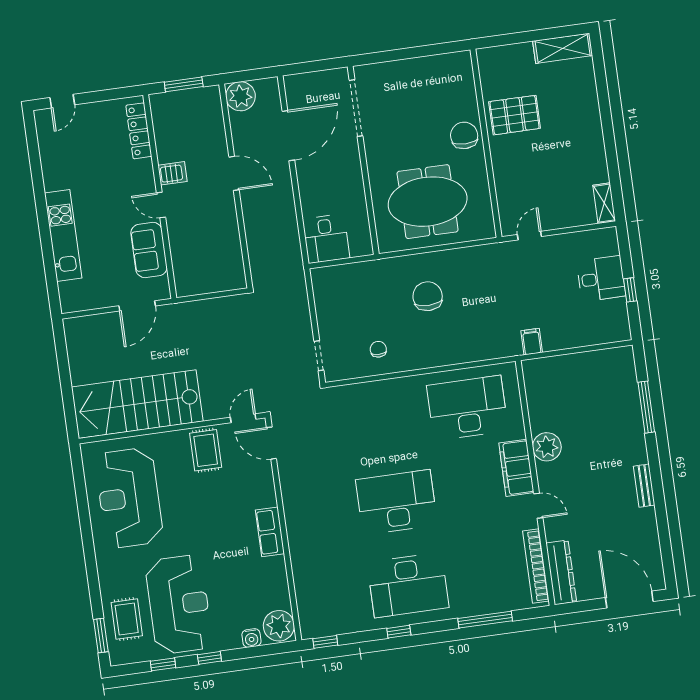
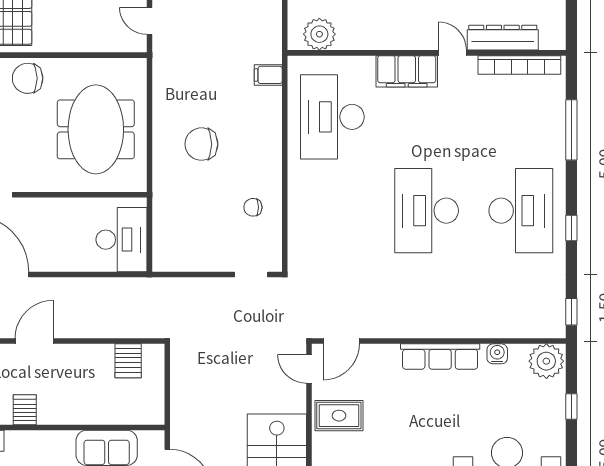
door: (161, 205) -> (58, 428), removed
desk: (326, 239) -> (121, 240), width x1.37
server rack: (228, 258) -> (128, 361), added
filing cabinet: (532, 342) -> (268, 75), moved
plant: (547, 447) -> (319, 34), moved
door: (538, 506) -> (452, 53), hinge flipped
row of seats: (270, 532) -> (440, 357), width x1.48
dresser: (561, 572) -> (503, 38), moved
water cooler: (251, 638) -> (497, 354), moved, turned -90
window: (209, 658) -> (571, 406), moved

